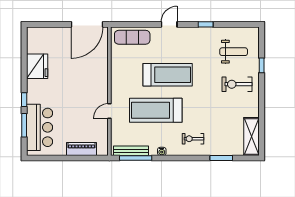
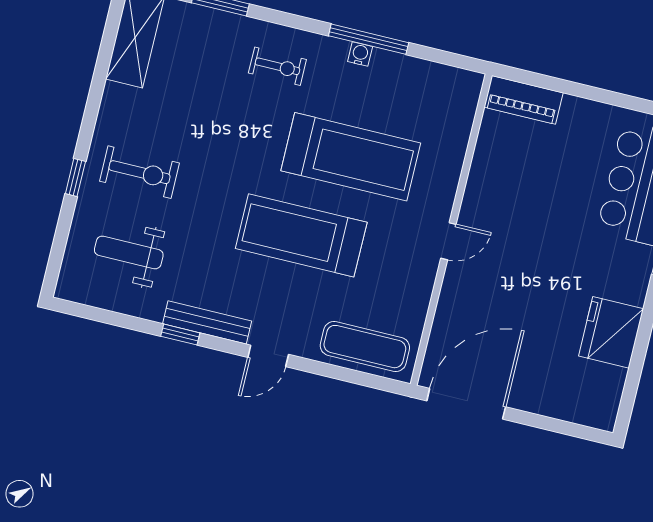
window: (262, 65) -> (75, 177), moved
door: (109, 111) -> (448, 241), moved
piano: (81, 149) -> (523, 100), moved
bench: (131, 151) -> (207, 322), moved
window: (136, 158) -> (369, 39), moved

